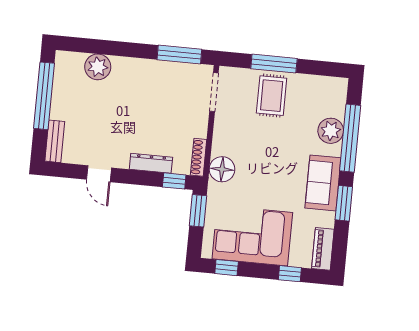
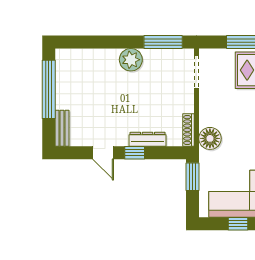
plant: (98, 67) -> (131, 60), moved
window: (174, 181) -> (135, 153), moved
window: (227, 268) -> (238, 224), moved

